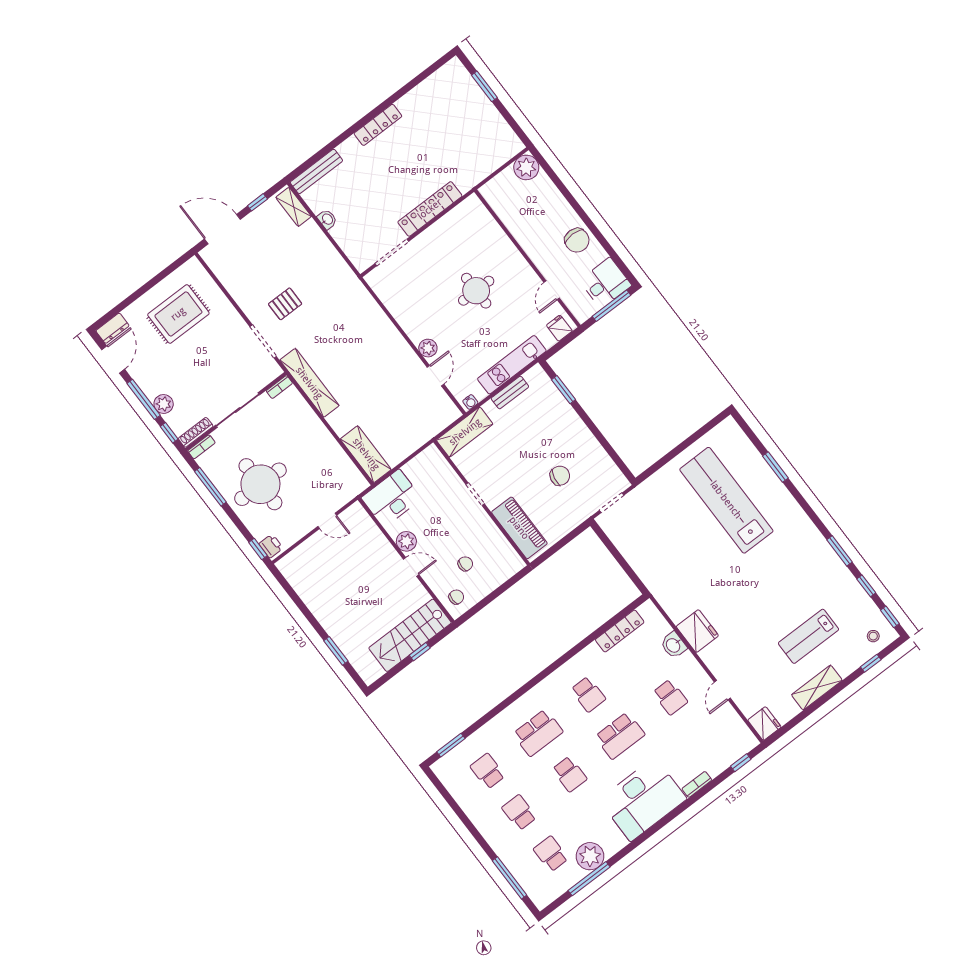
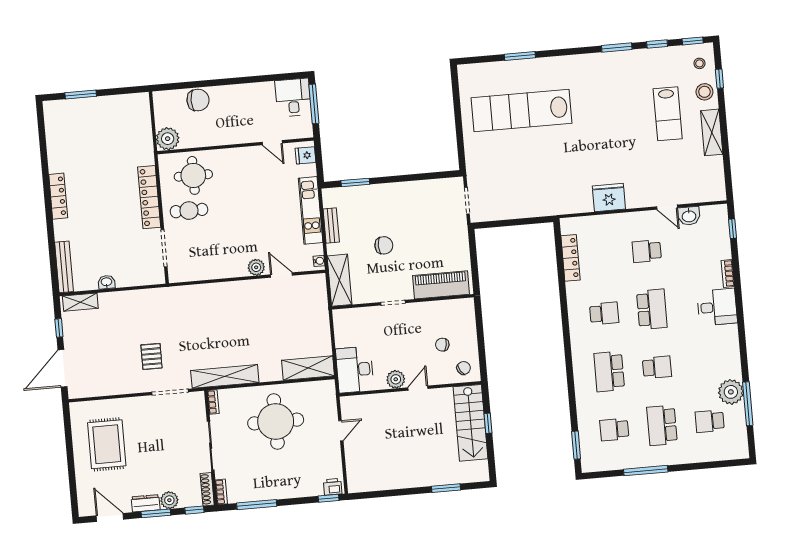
plant: (526, 167) -> (168, 139), moved
chair: (577, 240) -> (198, 100), moved
cafe table: (441, 253) -> (189, 211), added
round table: (476, 291) -> (193, 175), moved
dresser: (112, 328) -> (146, 503), moved, turned -90
window: (144, 399) -> (156, 513), width x0.69
chair: (560, 476) -> (384, 245), moved, turned 79
round table: (260, 484) -> (276, 422), moved
chair: (465, 564) -> (442, 345), turned -78
chair: (456, 597) -> (464, 368), turned 58
washbasin: (673, 645) -> (689, 216), moved
stool: (850, 657) -> (704, 92), added
school desk: (670, 697) -> (647, 251), turned 180
fridge: (764, 723) -> (714, 191), removed
school desk: (538, 733) -> (609, 371), turned 180
desk: (643, 799) -> (717, 307), width x0.53, depth x0.77
school desk: (519, 813) -> (662, 425), width x1.85
window: (510, 878) -> (646, 471), moved

